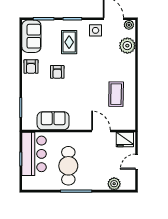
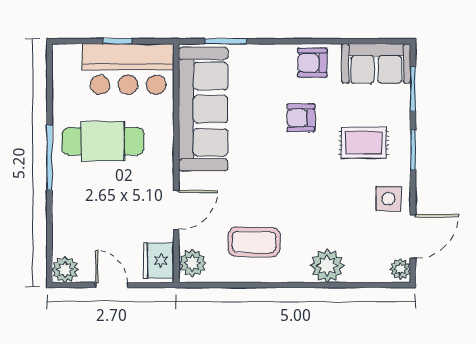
plant: (127, 46) -> (327, 266), moved
sofa: (53, 121) -> (203, 109), width x1.85, depth x1.27
plant: (126, 123) -> (192, 263), added
plant: (114, 184) -> (65, 269), moved

